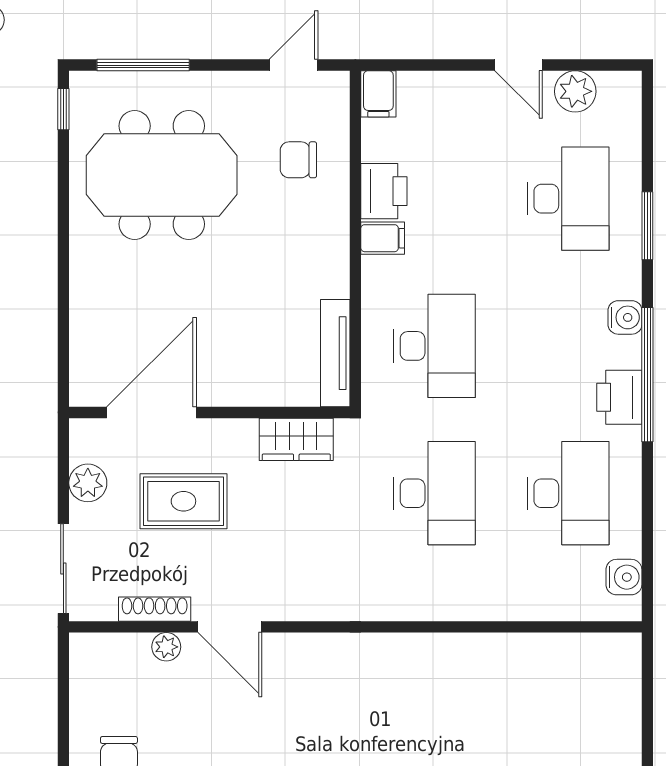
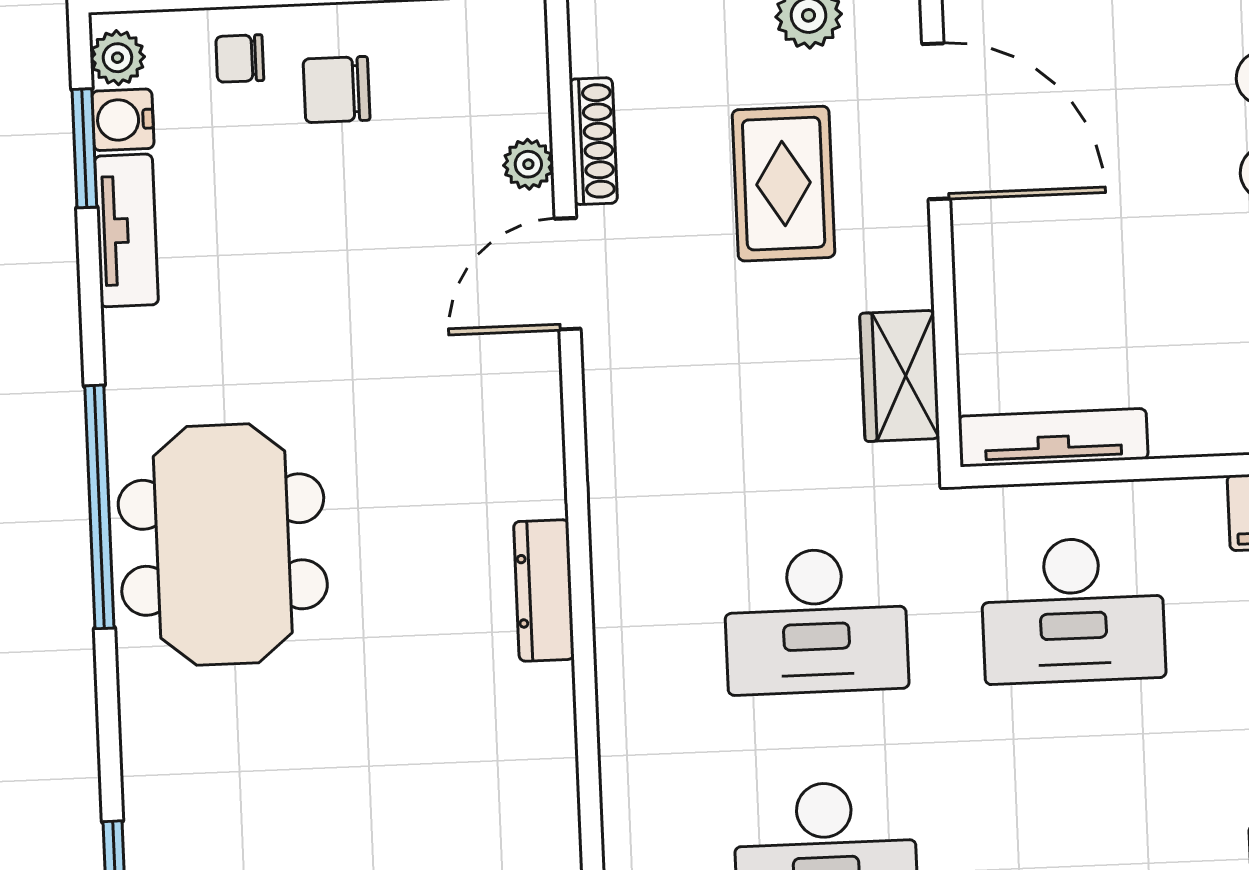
dresser: (410, 648) -> (544, 590), added

